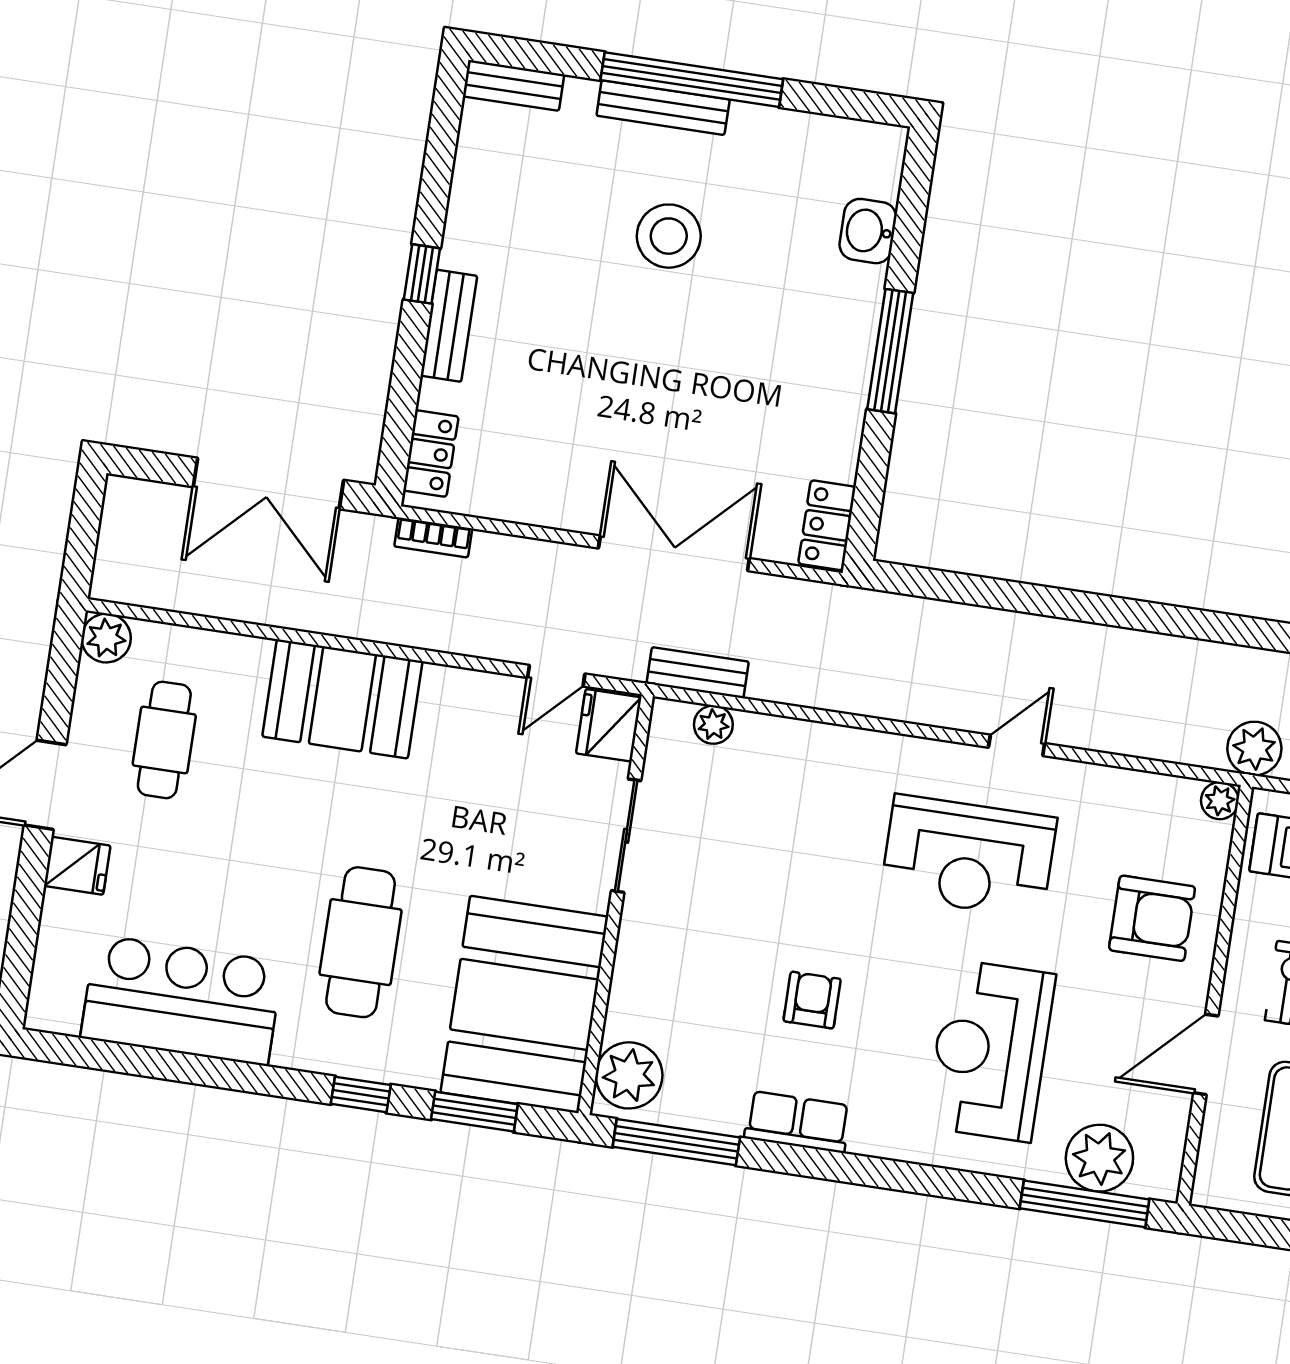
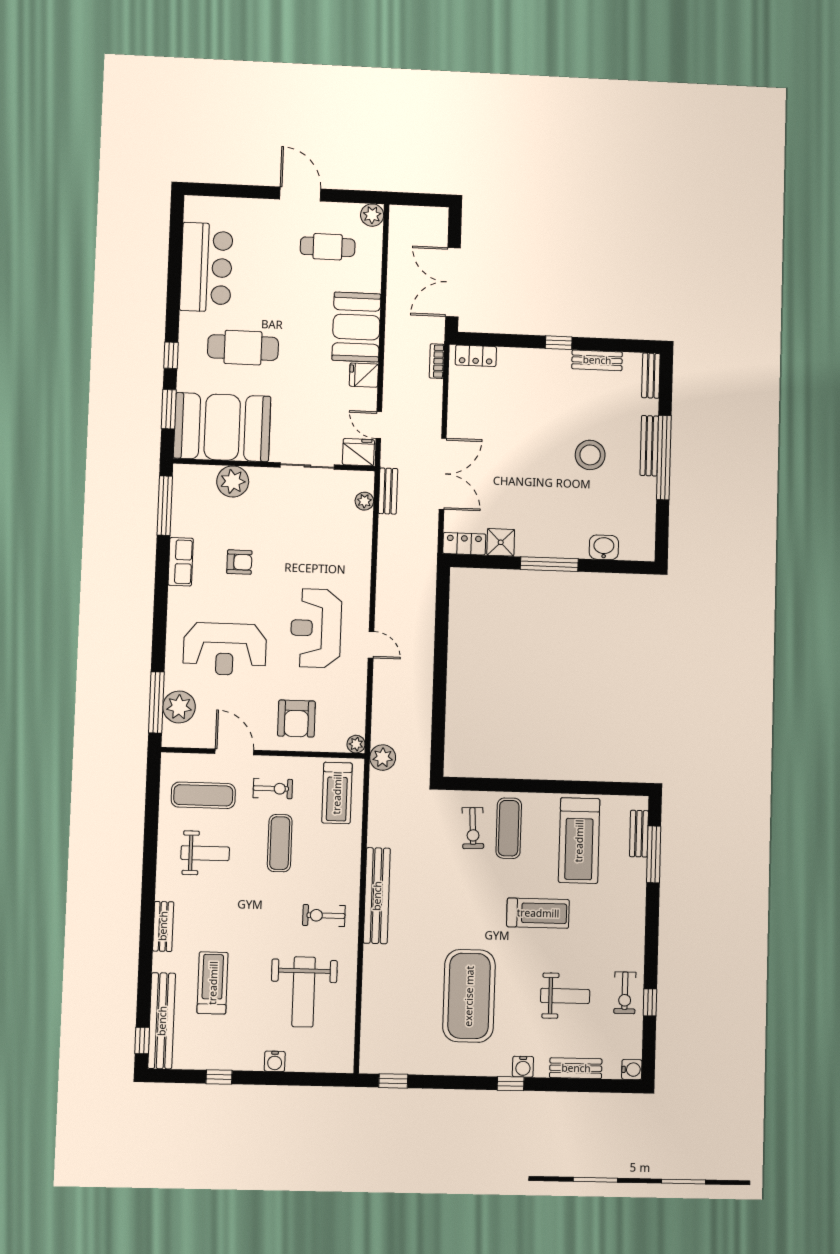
bench: (449, 326) -> (597, 360), moved
shower: (833, 448) -> (501, 542), added
fridge: (77, 866) -> (364, 375), moved, turned 90
reception desk: (990, 1051) -> (225, 649), turned 180
plant: (629, 1075) -> (233, 481), moved

